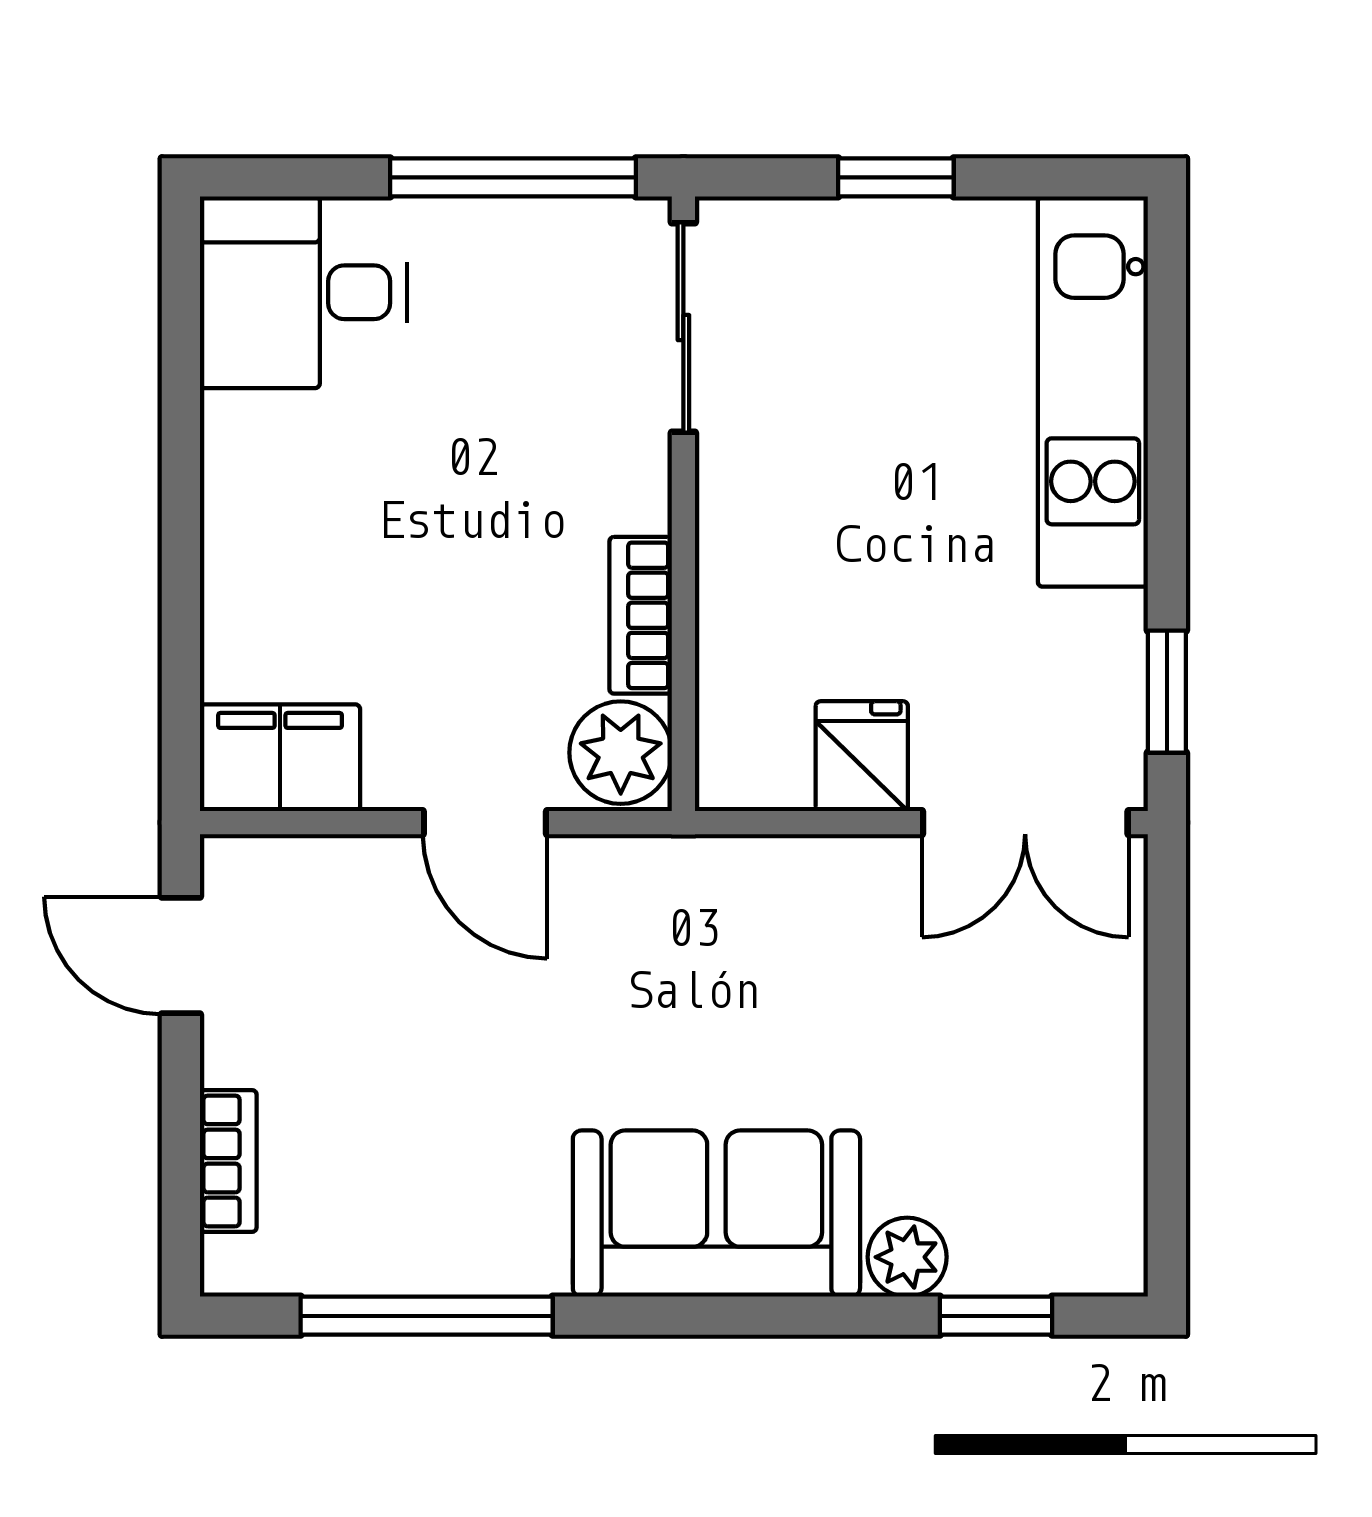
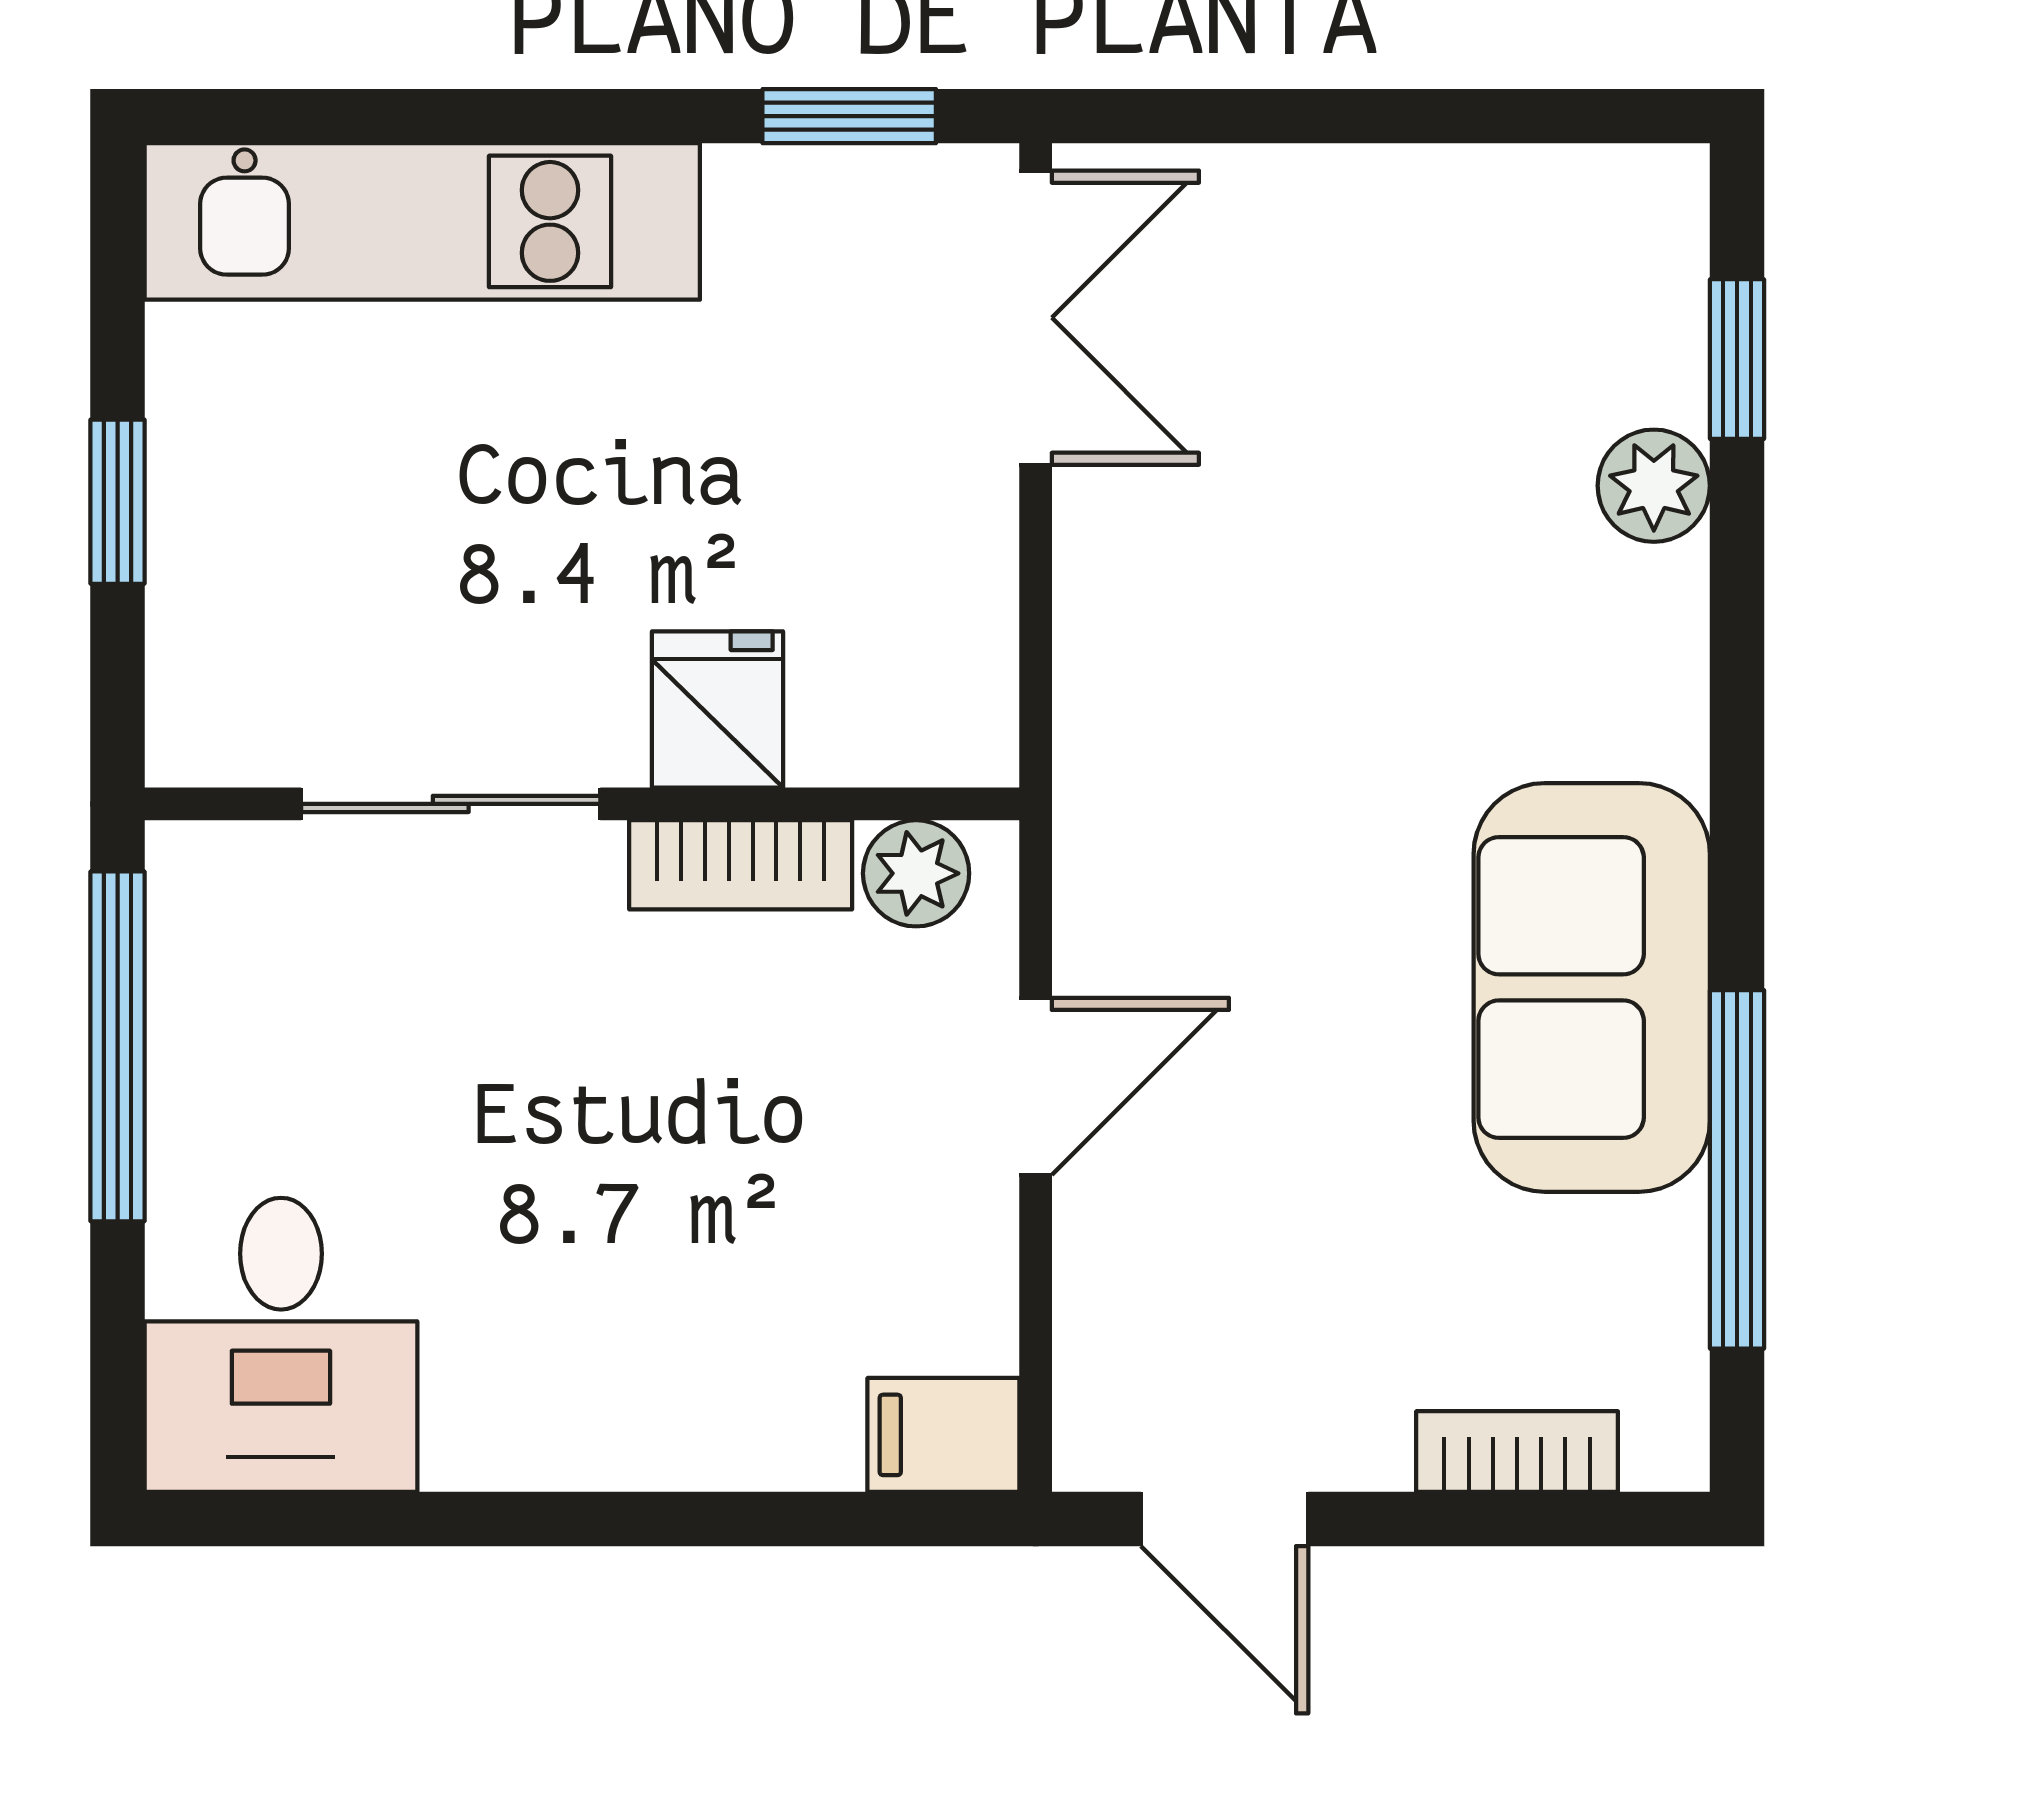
sliding door: (683, 328) -> (451, 804), moved
plant: (621, 753) -> (916, 873), width x0.73, depth x0.73
fridge: (862, 756) -> (718, 710), moved, turned 90
filing cabinet: (280, 758) -> (943, 1435), width x0.50
door: (181, 955) -> (1225, 1519), hinge flipped
sofa: (716, 1213) -> (1592, 987), moved

